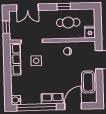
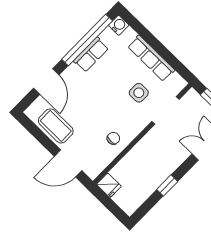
cafe table: (68, 23) -> (144, 172), removed
row of seats: (15, 59) -> (151, 58), moved
row of seats: (52, 99) -> (91, 55), moved

